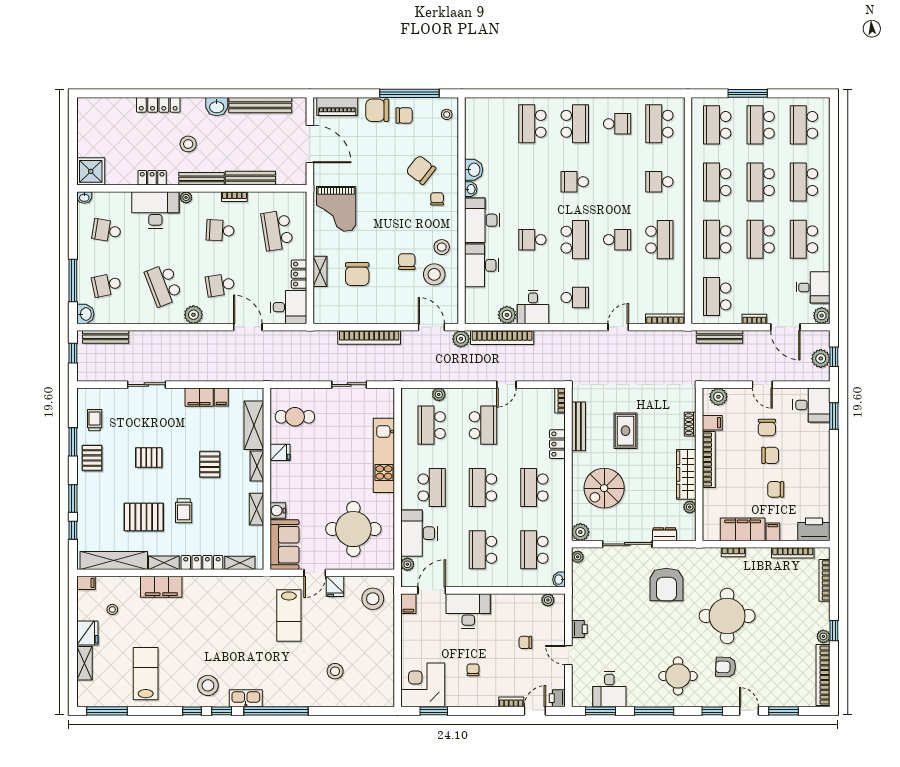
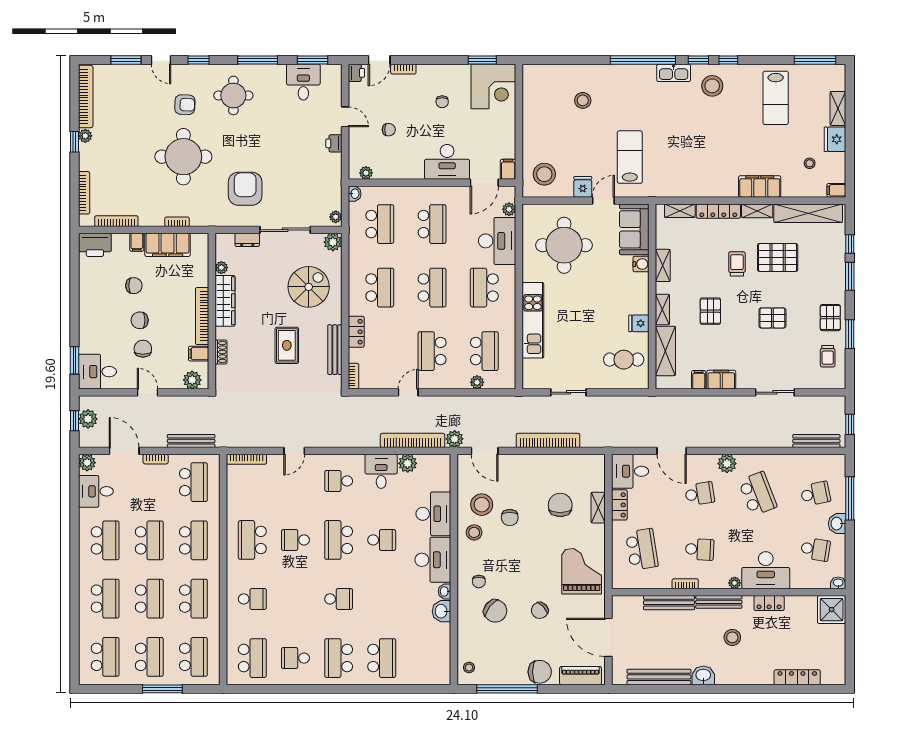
locker: (158, 105) -> (797, 677), moved
chair: (404, 115) -> (540, 610), moved, turned -43
washbasin: (85, 314) -> (837, 524), moved

